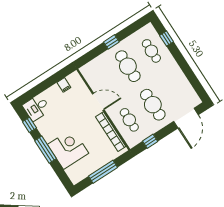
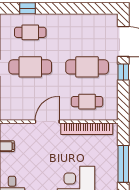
window: (150, 141) -> (123, 72), moved

